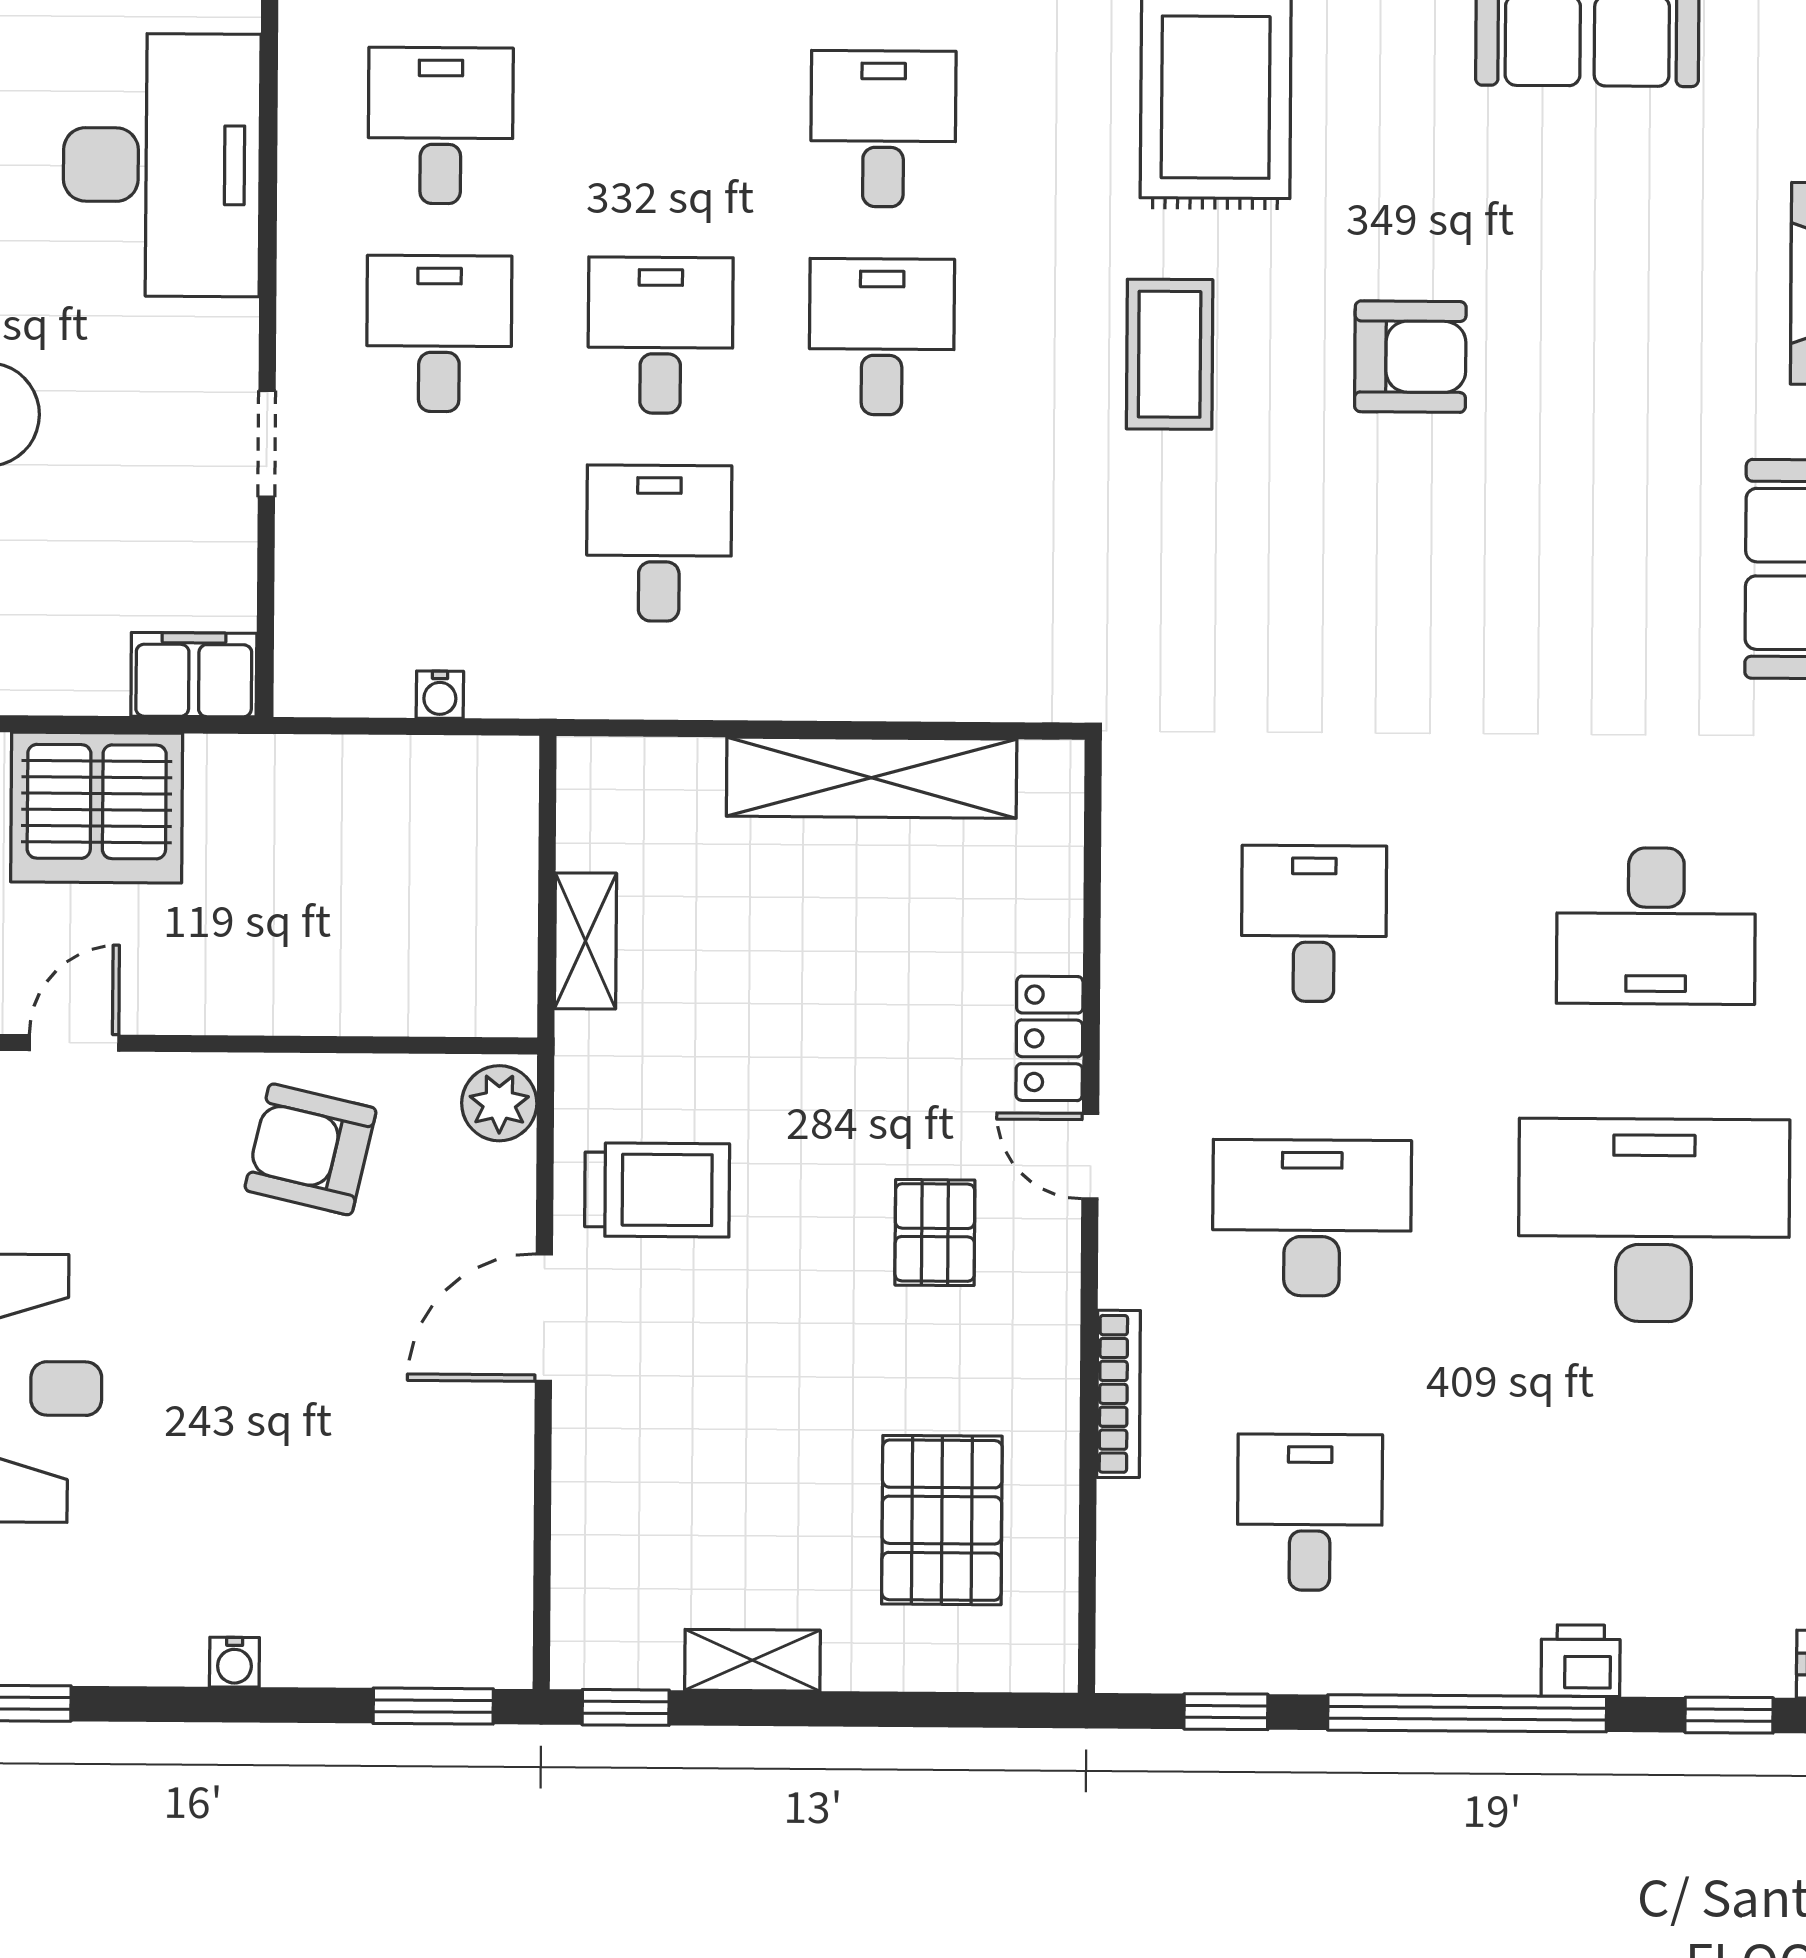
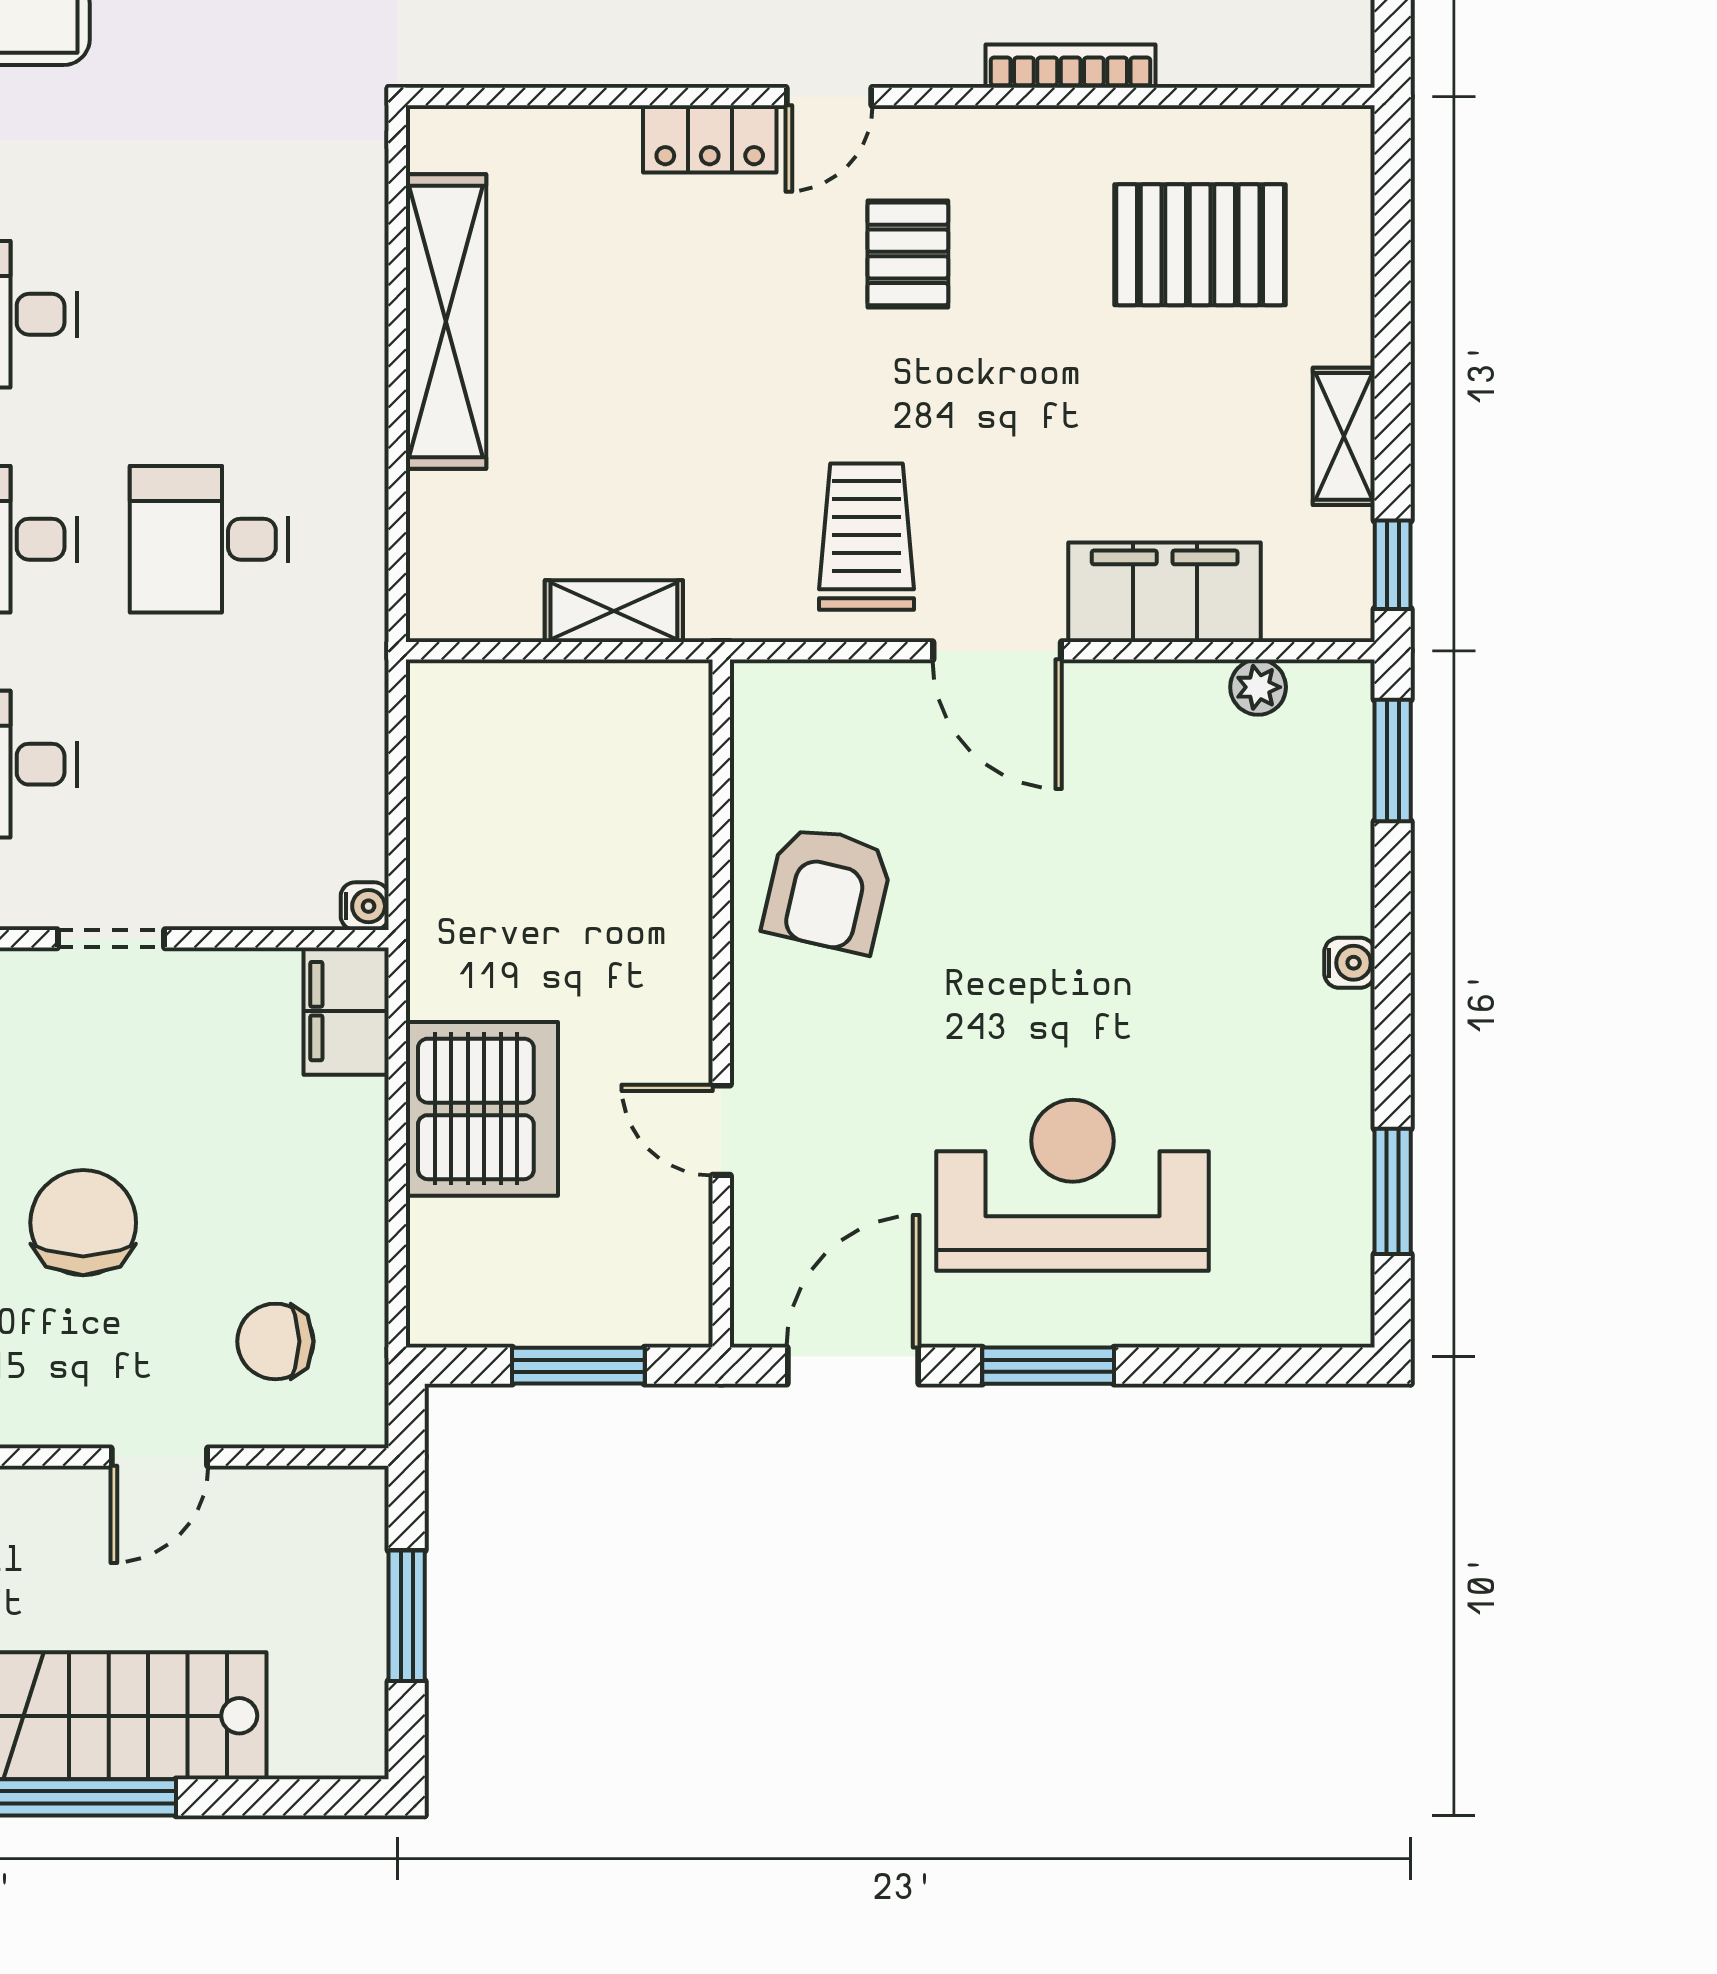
water cooler: (440, 695) -> (365, 906), moved
plant: (499, 1103) -> (1258, 687), moved, width x0.73, depth x0.73
pallet: (935, 1233) -> (908, 254), turned 90
filing cabinet: (600, 1483) -> (1165, 592), added

